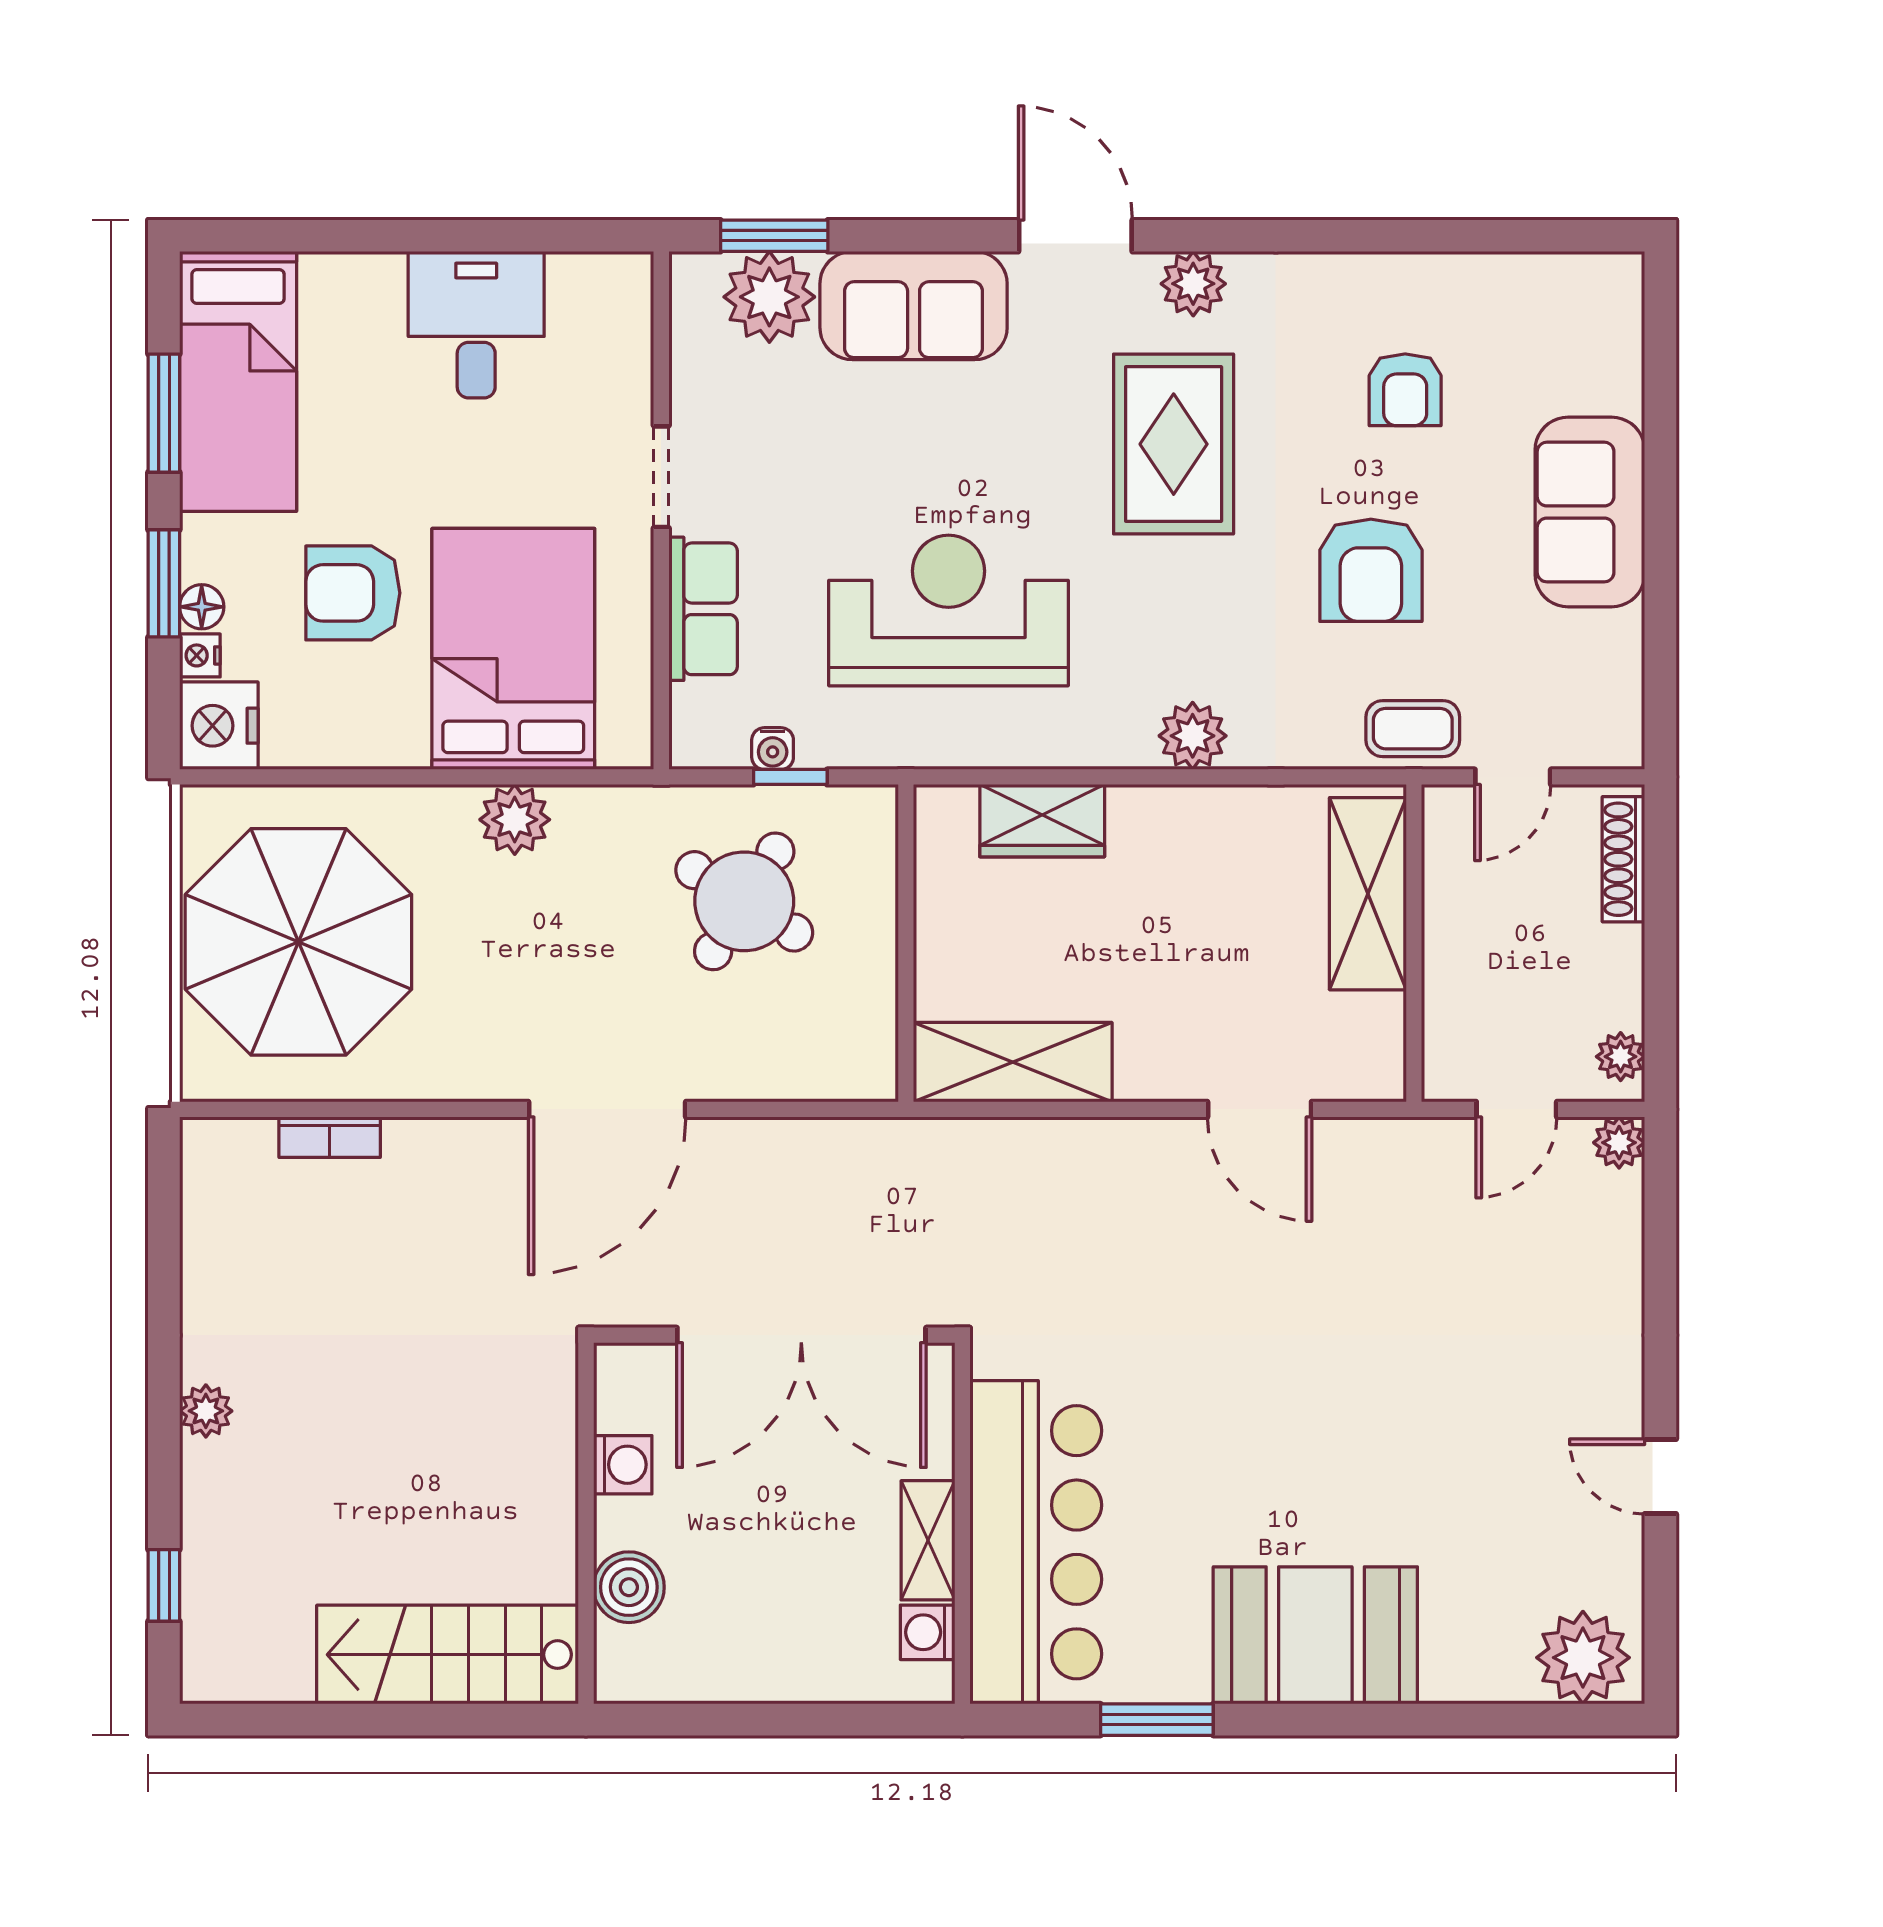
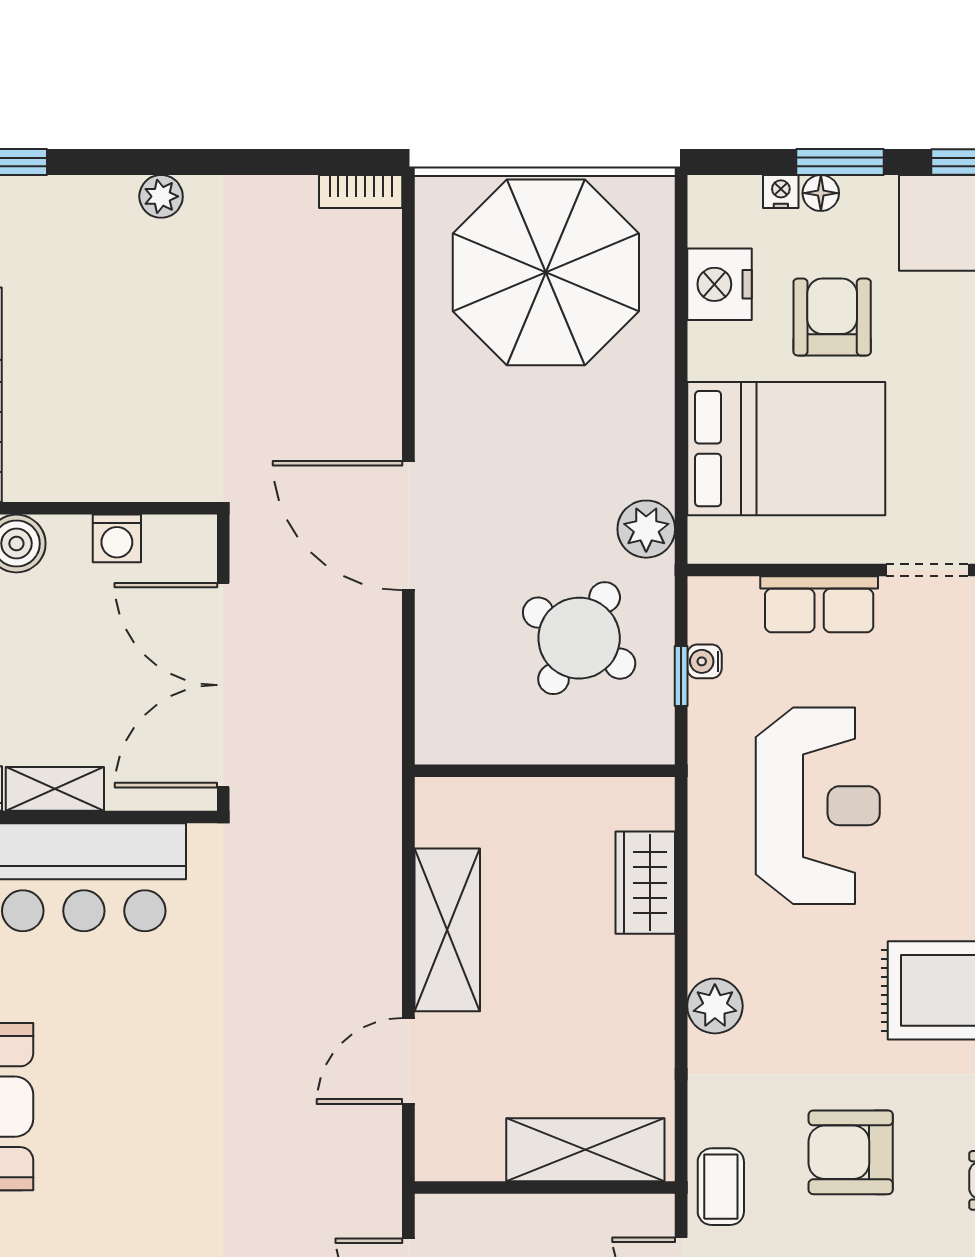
nightstand: (219, 726) -> (720, 284), moved, turned -90
plant: (515, 820) -> (646, 529), moved
shelving: (1013, 1062) -> (447, 930), moved
bookcase: (330, 1137) -> (361, 192), moved, turned -90

